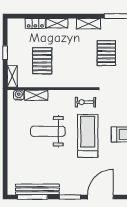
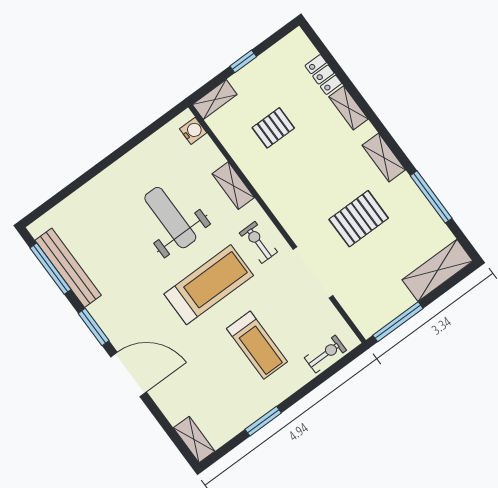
pallet: (42, 61) -> (273, 128), width x0.67, depth x0.71
shelving: (36, 95) -> (233, 186), moved

